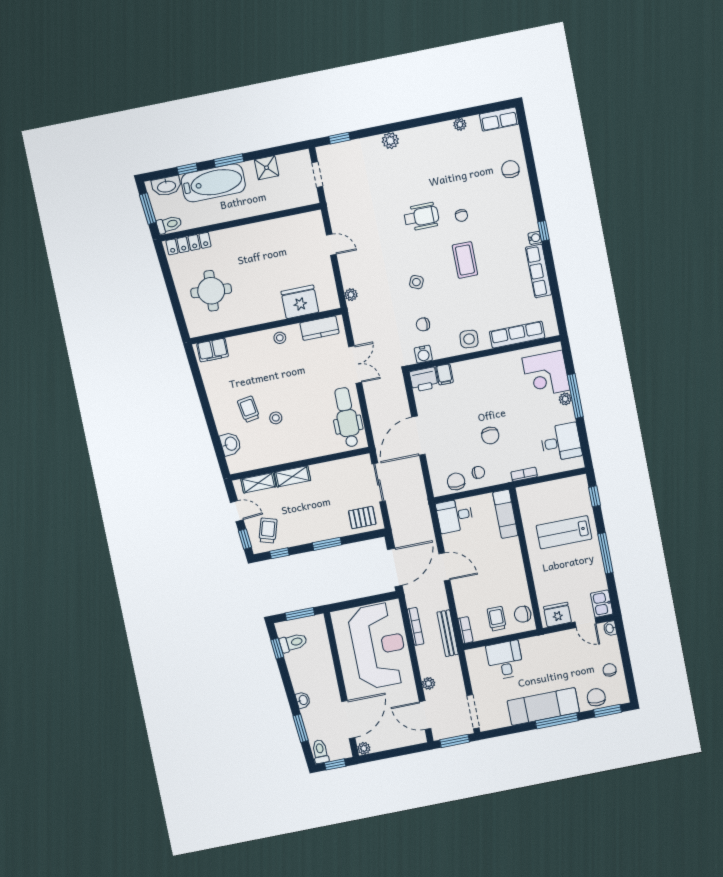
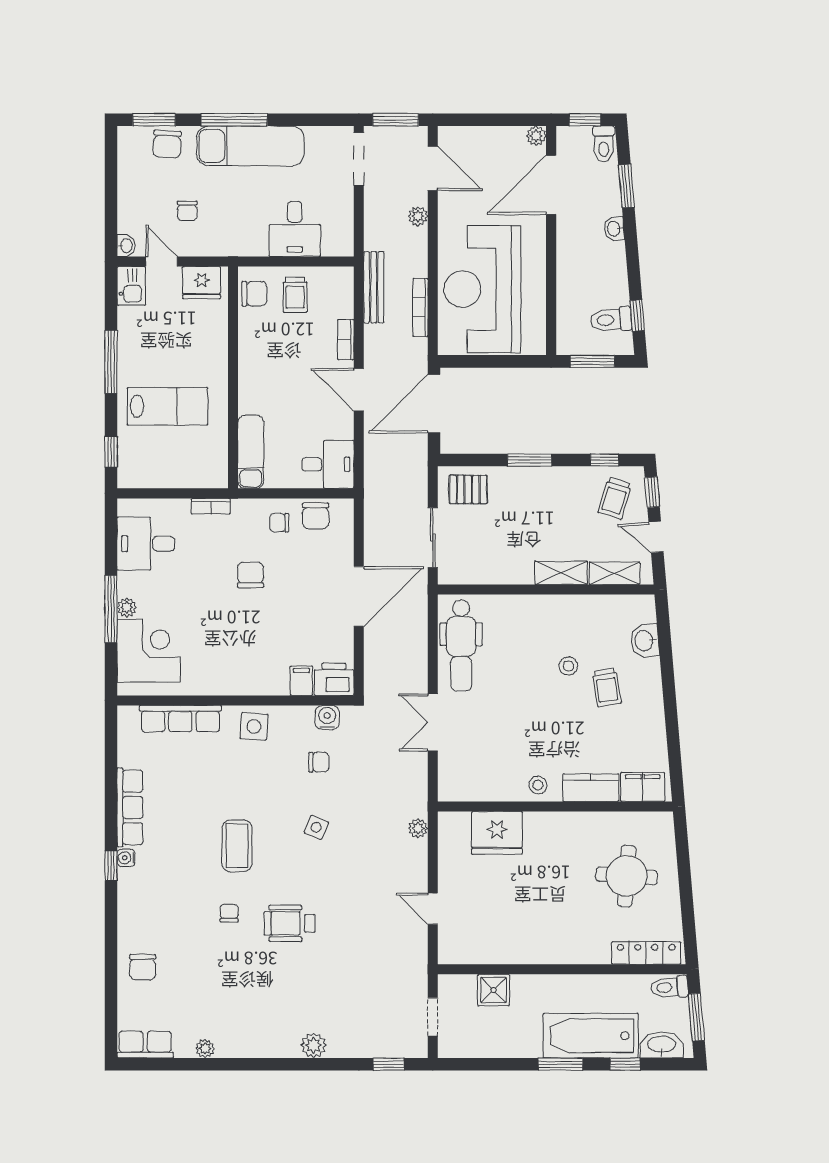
shower: (267, 168) -> (494, 990), moved
kitchen counter: (319, 328) -> (591, 788), moved
bookcase: (465, 630) -> (346, 340), moved
chair: (610, 670) -> (187, 211), moved

